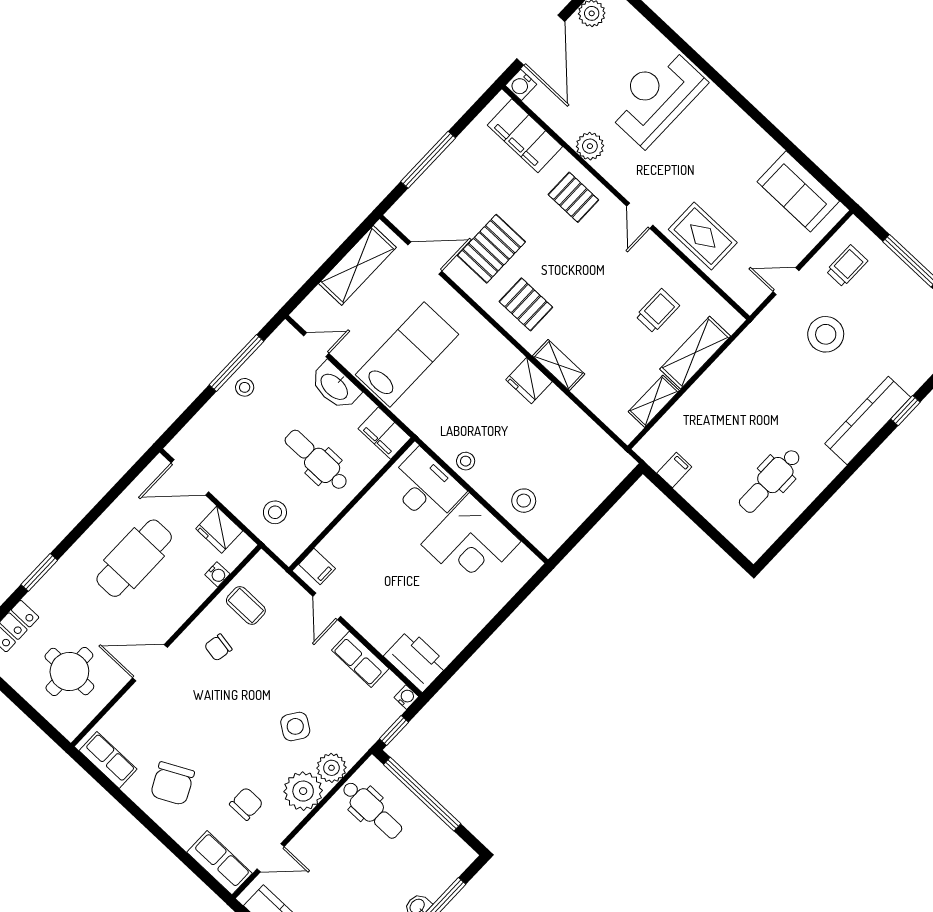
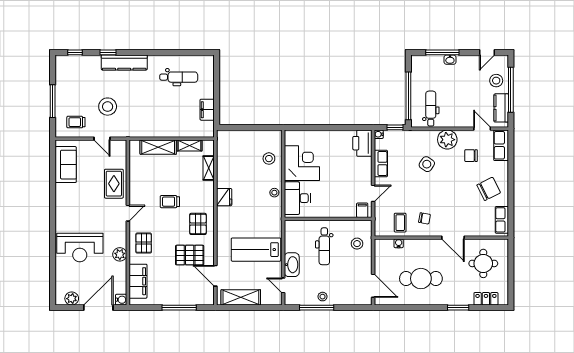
trolley: (658, 311) -> (170, 202), moved
shelving: (559, 365) -> (209, 168), moved
filing cabinet: (385, 433) -> (292, 231), removed
filing cabinet: (674, 470) -> (207, 110), width x2.00
fridge: (219, 530) -> (382, 258), removed
plant: (331, 768) -> (429, 137), removed

